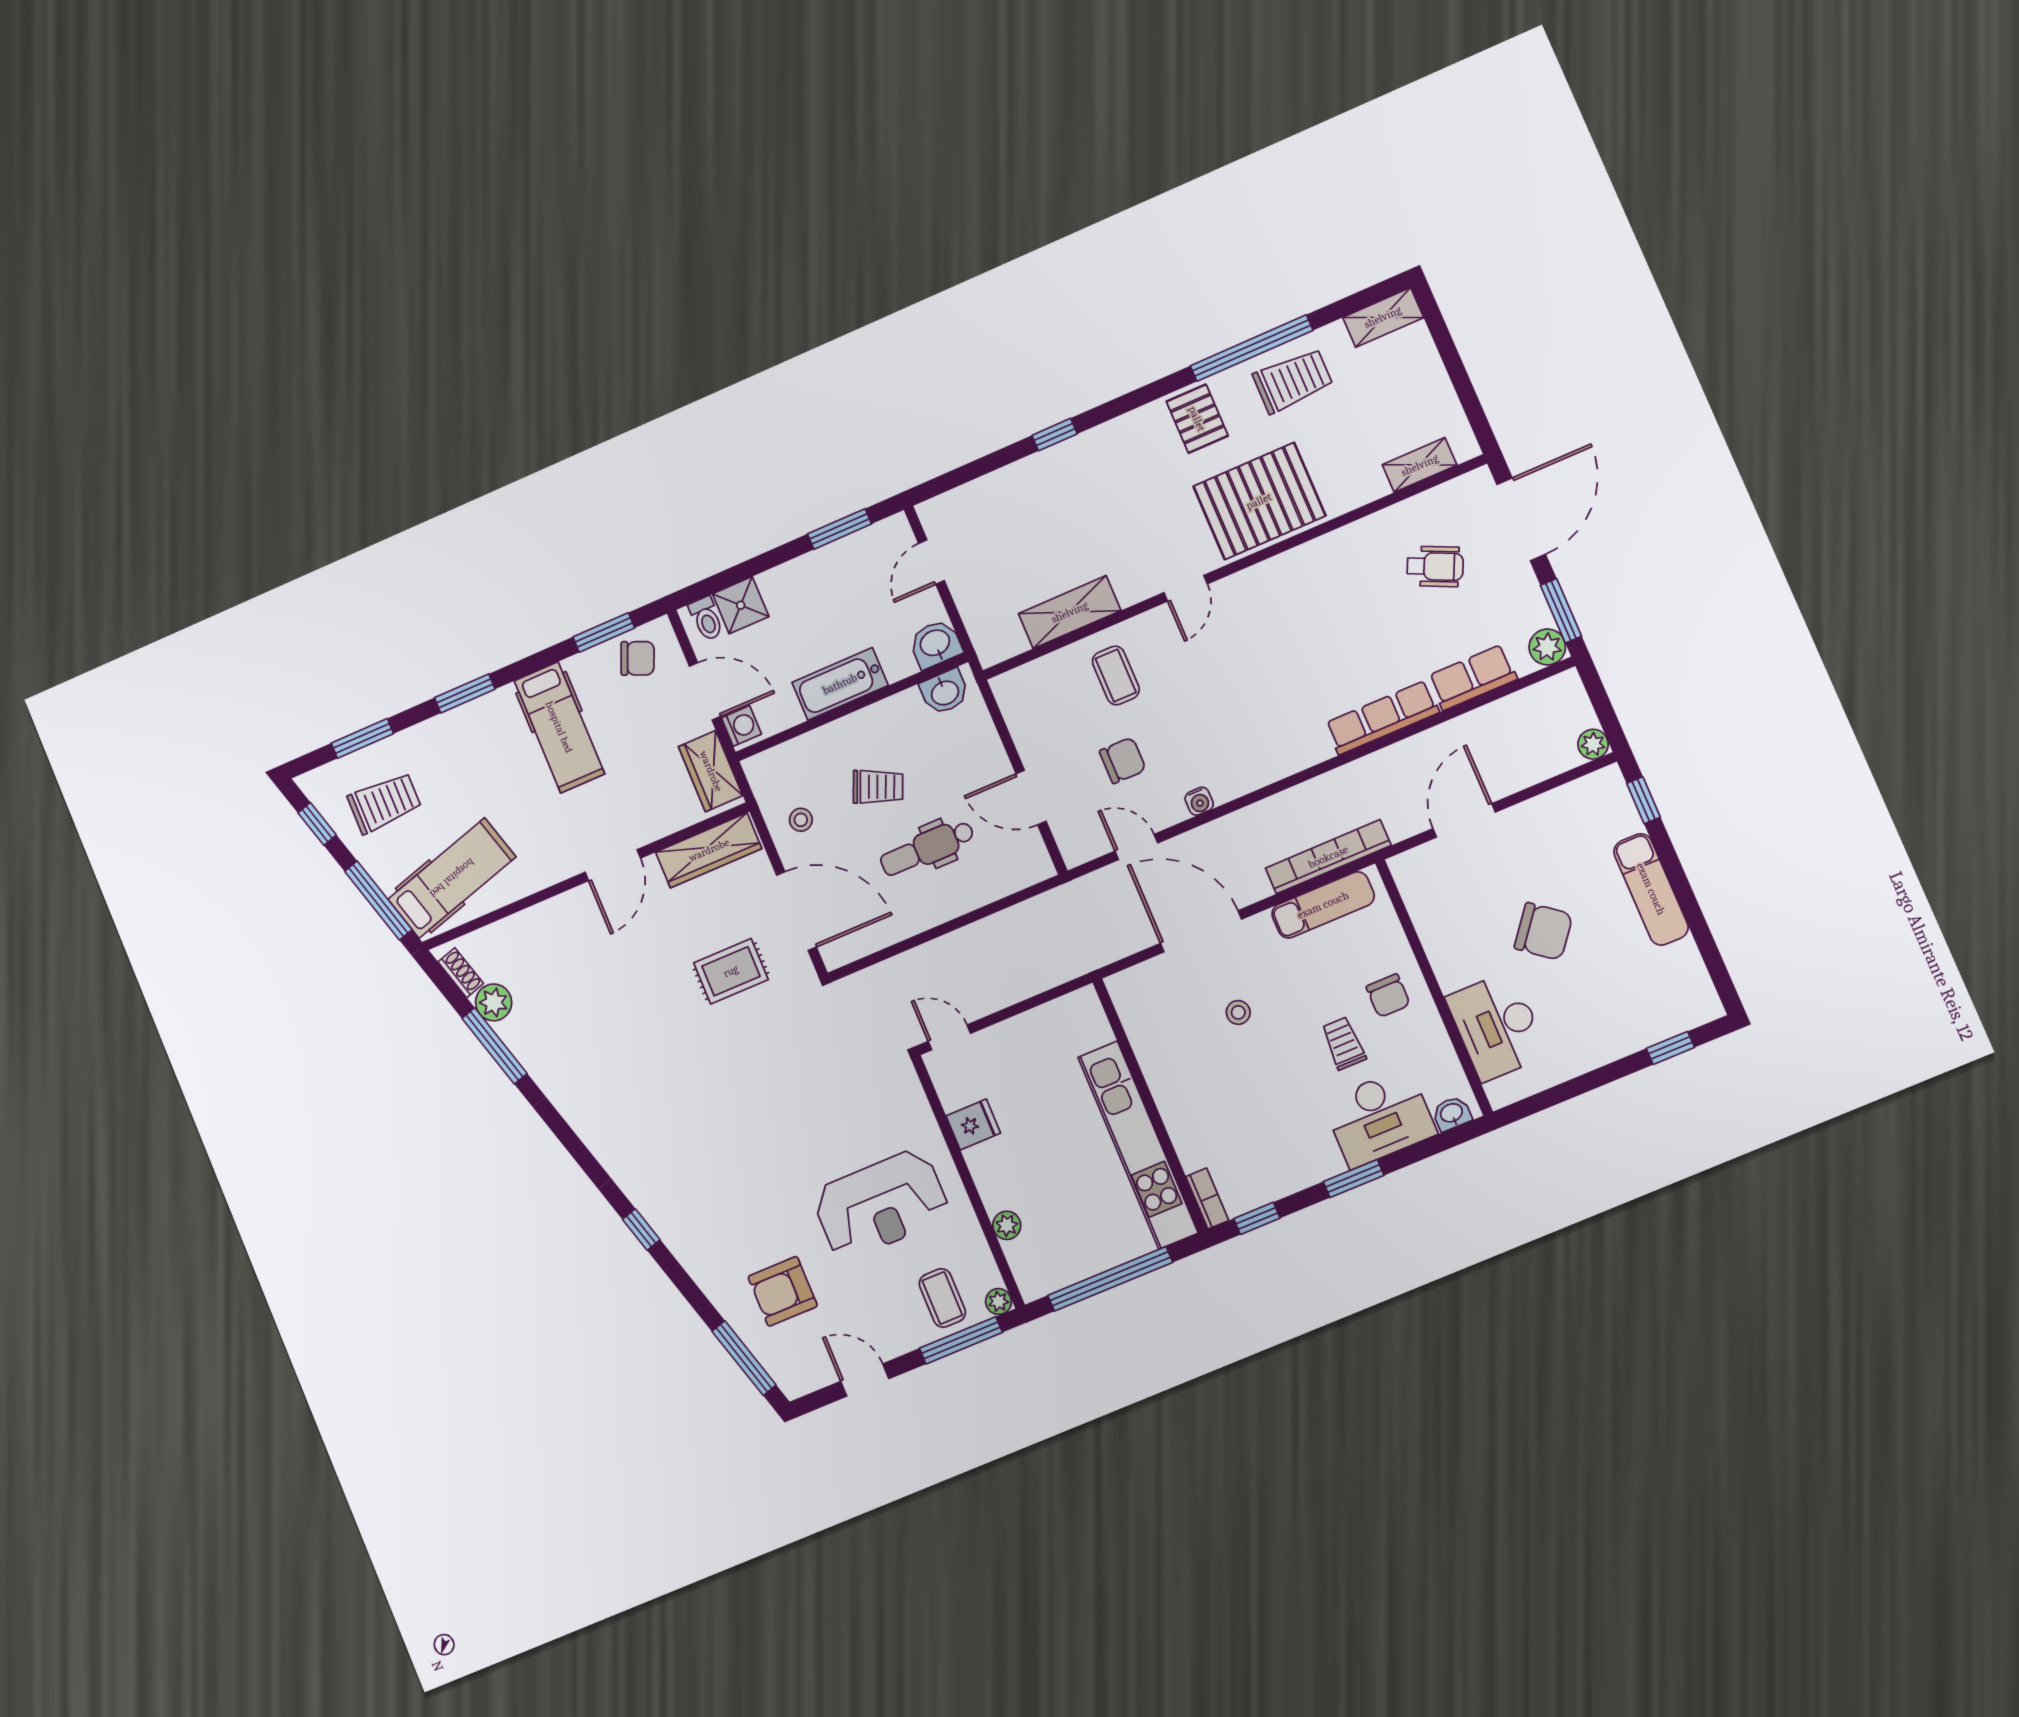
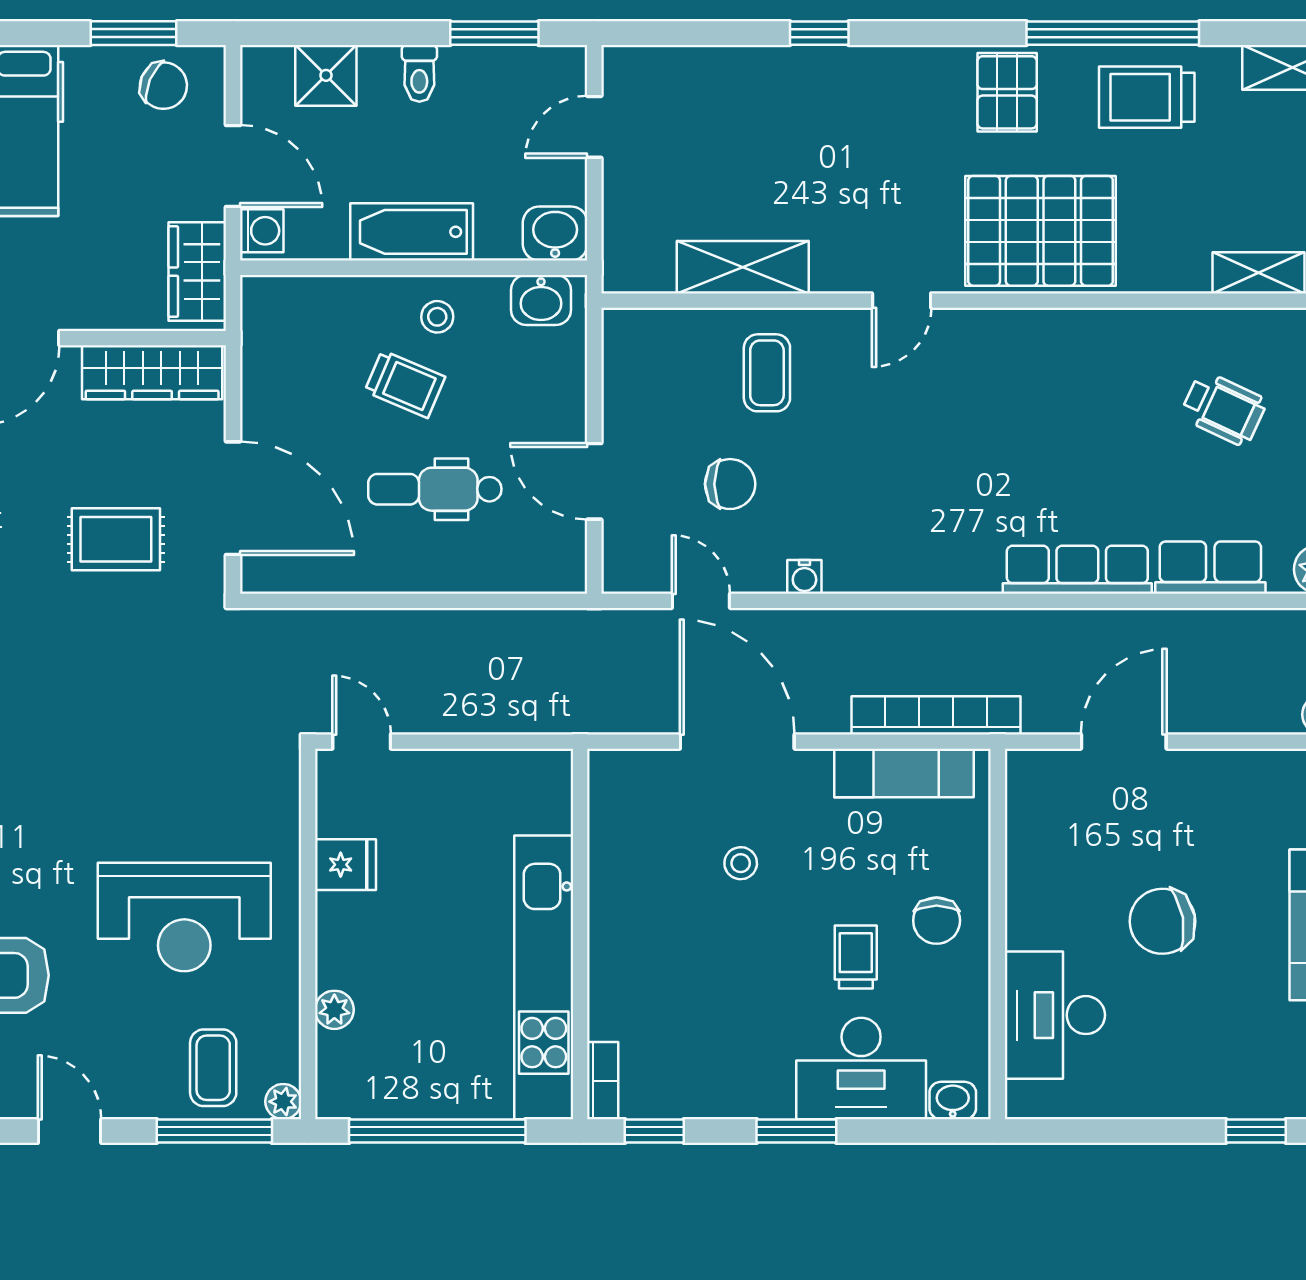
trolley: (1293, 381) -> (1147, 97), turned 180
toilet: (706, 619) -> (419, 73), moved
stool: (801, 820) -> (437, 317), moved
chair: (1543, 931) -> (1162, 921), turned 132

